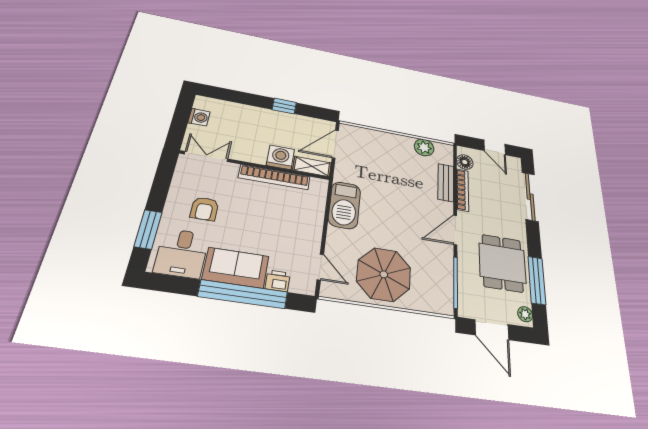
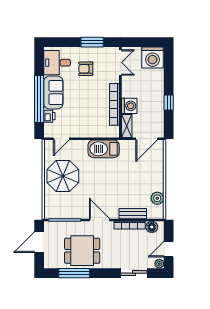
washing machine: (199, 117) -> (152, 57), width x1.89, depth x1.89
door: (335, 144) -> (147, 139), swing flipped
sliding door: (530, 197) -> (134, 273), width x0.73
window: (148, 229) -> (92, 42), moved
plant: (525, 314) -> (159, 264), moved

